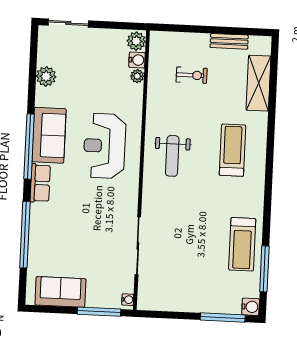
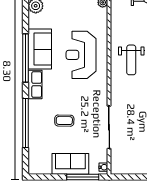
coffee table: (78, 234) -> (64, 121), added
sofa: (60, 292) -> (70, 164), moved

